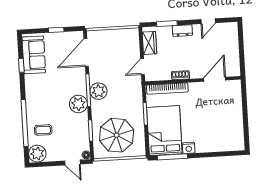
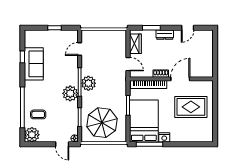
door: (86, 52) -> (80, 49), width x0.53
sofa: (34, 55) -> (34, 64), moved
door: (142, 67) -> (128, 64), swing flipped
door: (215, 79) -> (180, 79), moved
rug: (217, 111) -> (191, 107), added

